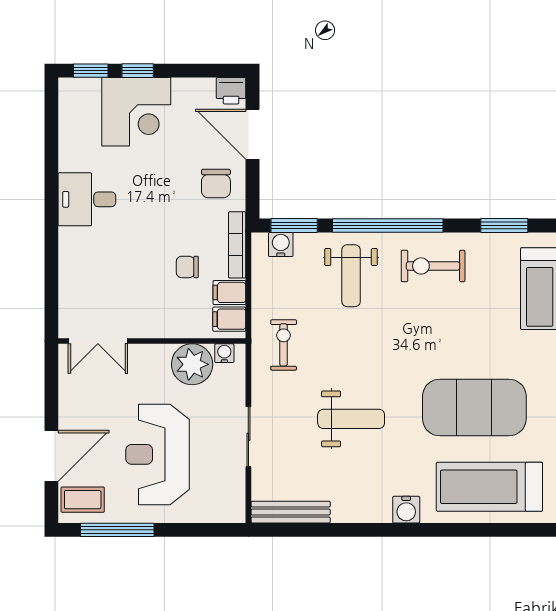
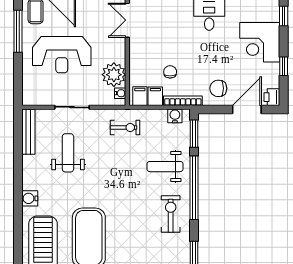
window: (138, 71) -> (284, 66), moved
water cooler: (281, 244) -> (175, 116), moved, turned -90
weight bench: (351, 419) -> (68, 153), moved, turned 180
reception desk: (158, 454) -> (62, 55), turned 180

